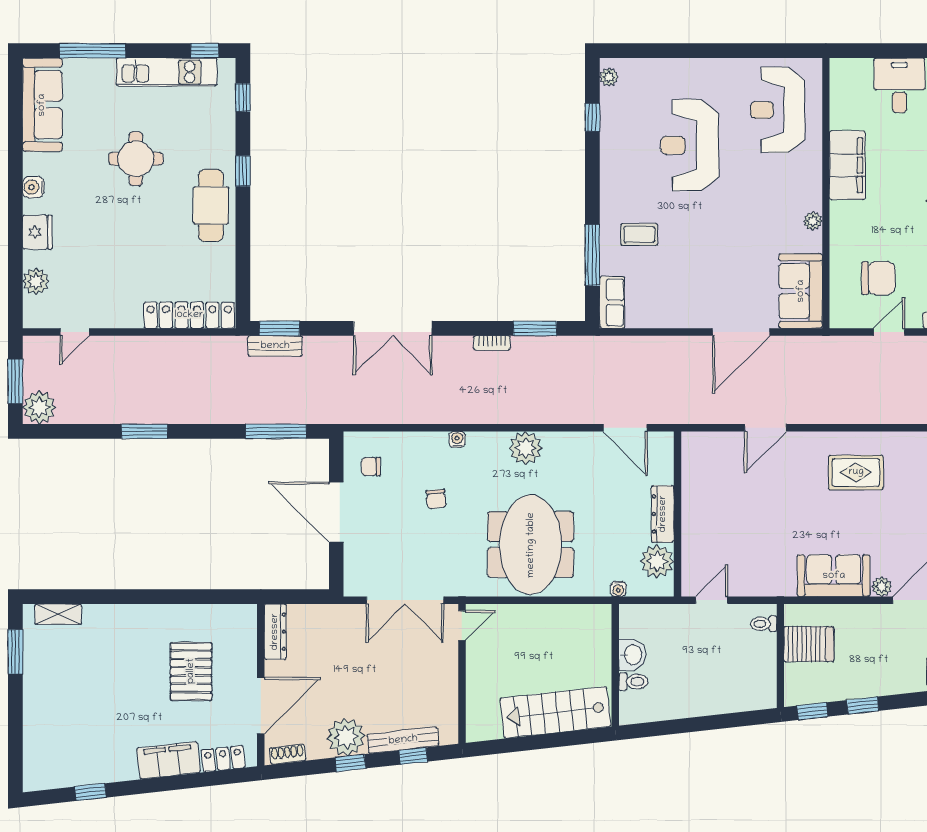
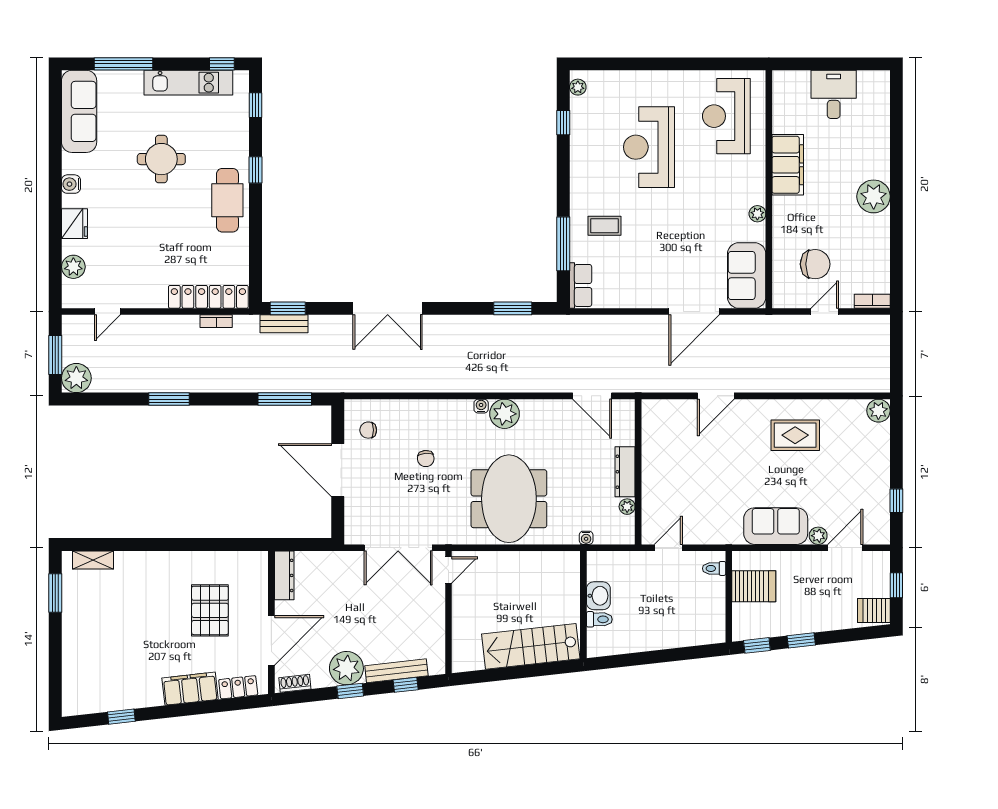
bookcase: (492, 343) -> (216, 321), moved
water cooler: (457, 439) -> (481, 406), moved
plant: (657, 561) -> (627, 507), width x0.53, depth x0.53

